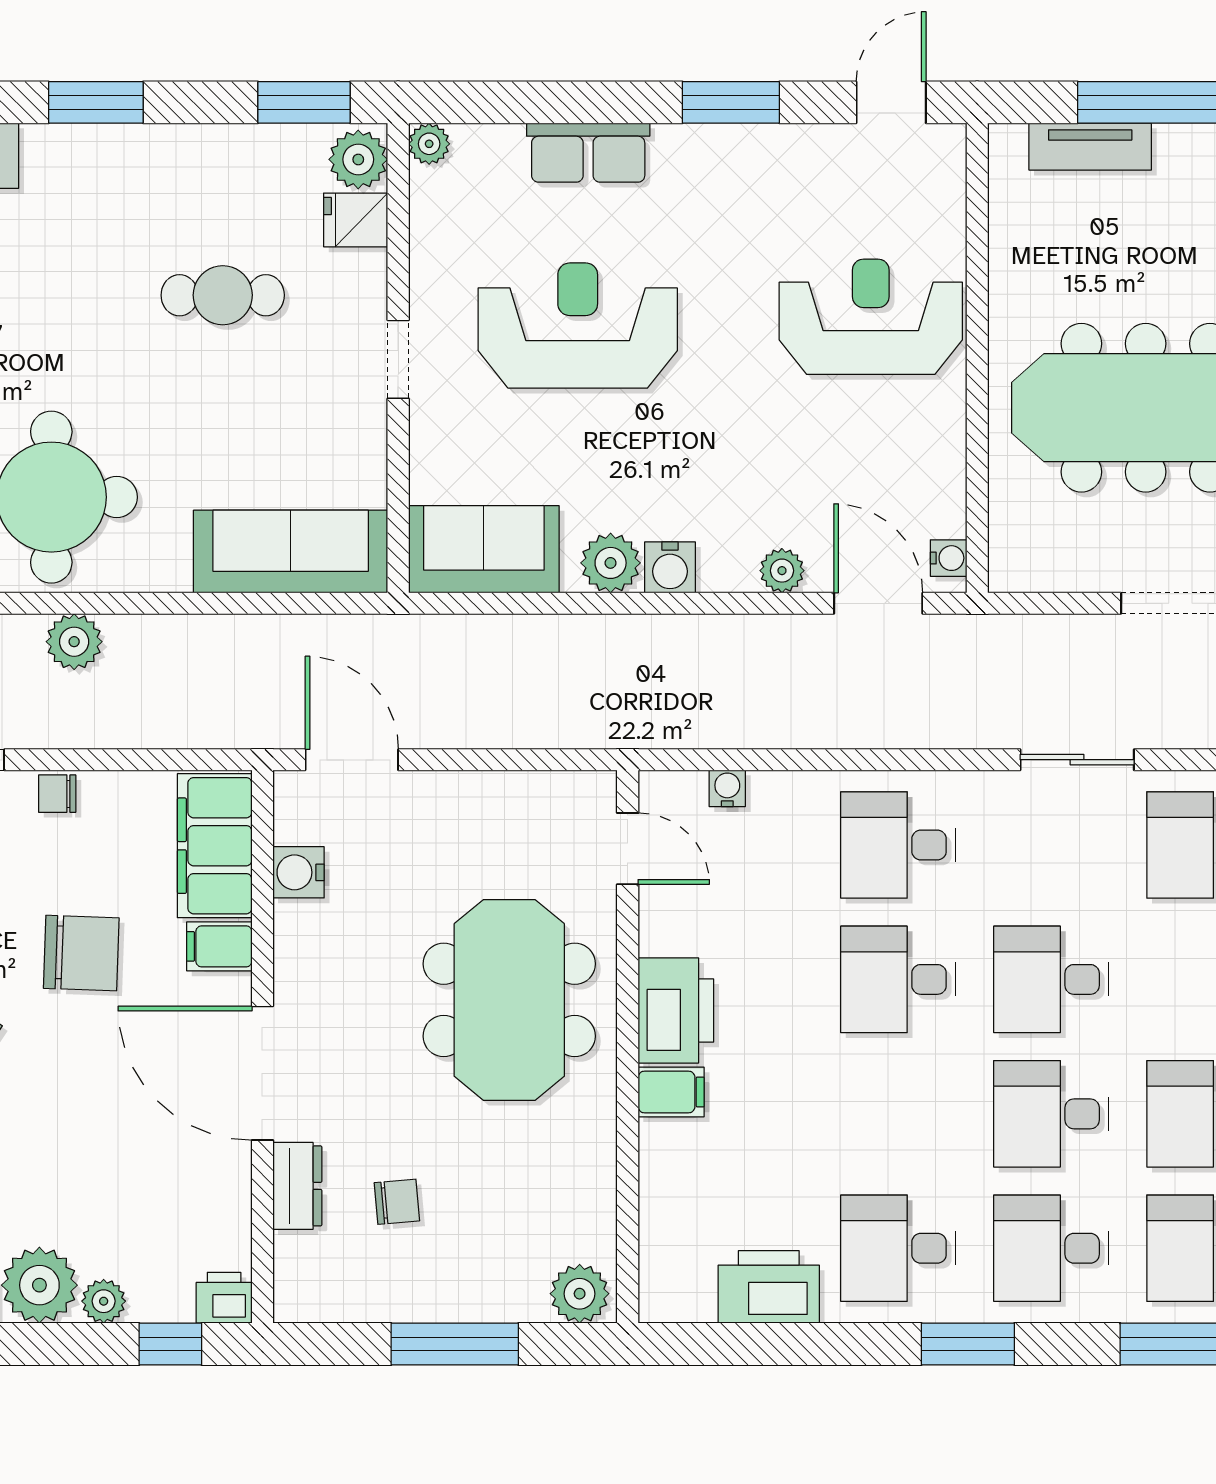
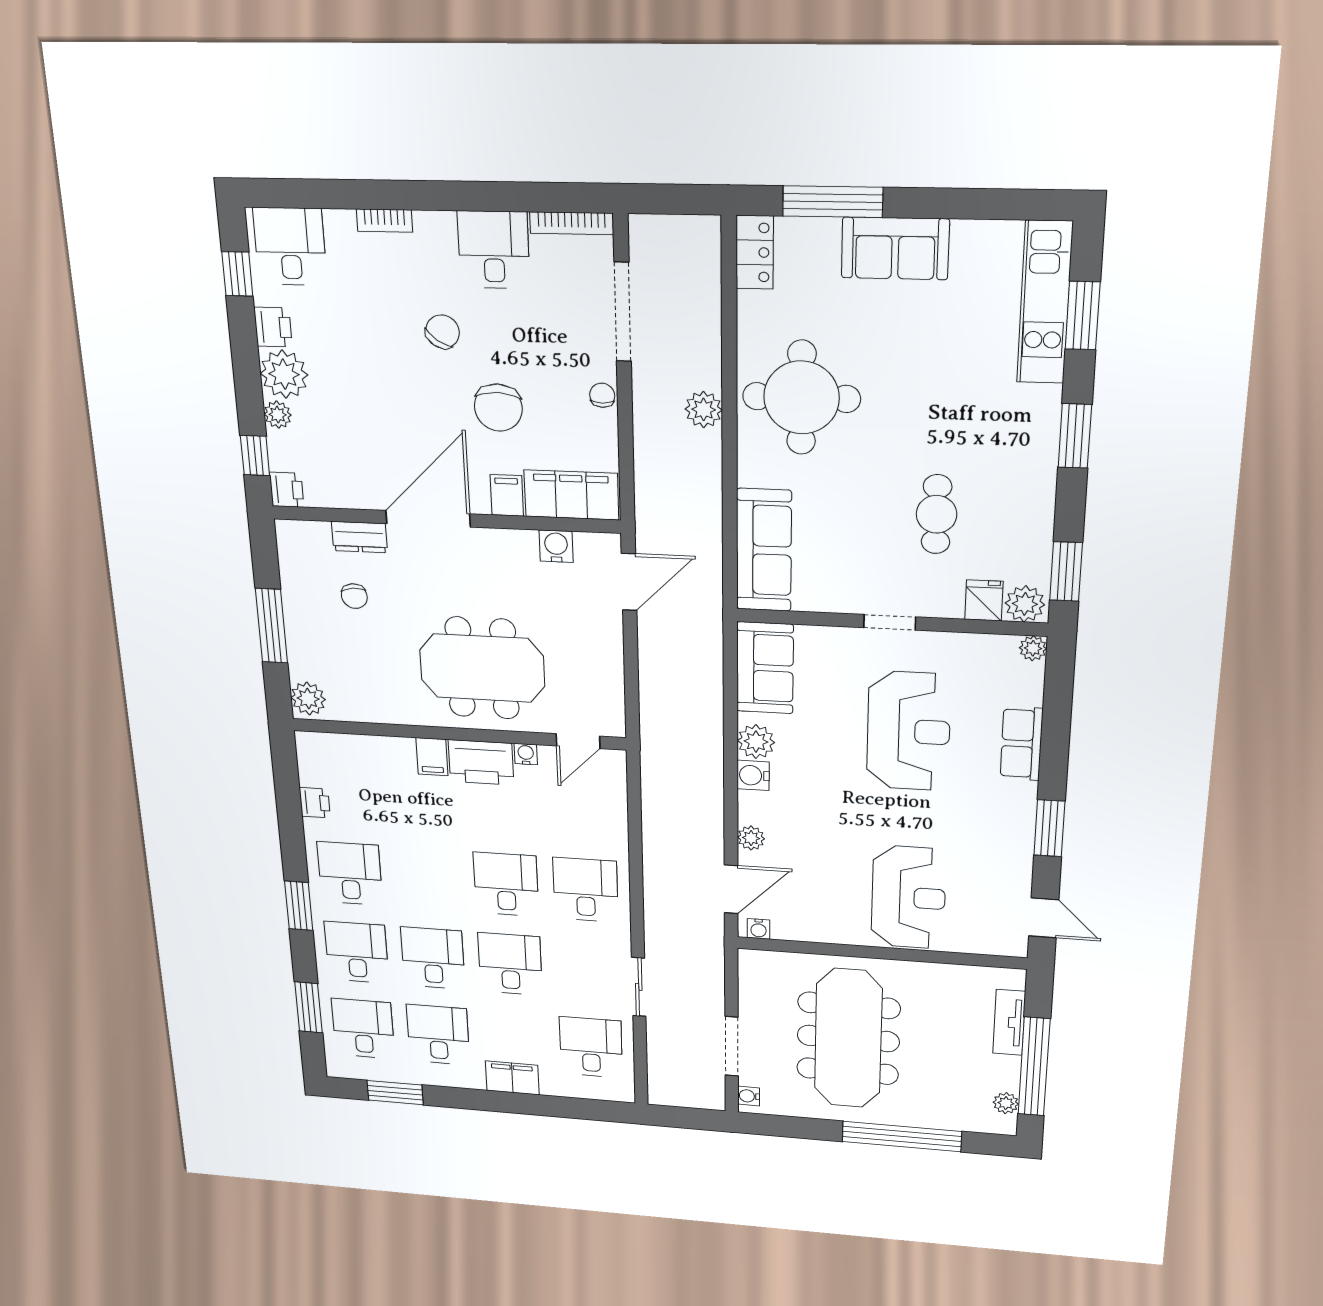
water cooler: (727, 788) -> (526, 754), moved, turned -90
printer: (769, 1287) -> (315, 803), width x0.53, depth x0.68

